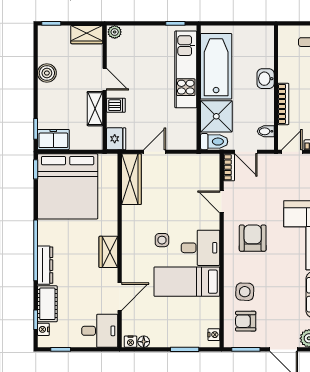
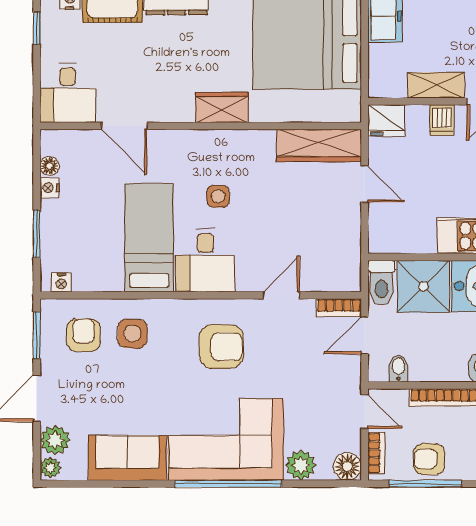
wardrobe: (108, 252) -> (222, 107), moved
nightstand: (131, 342) -> (50, 188), moved

